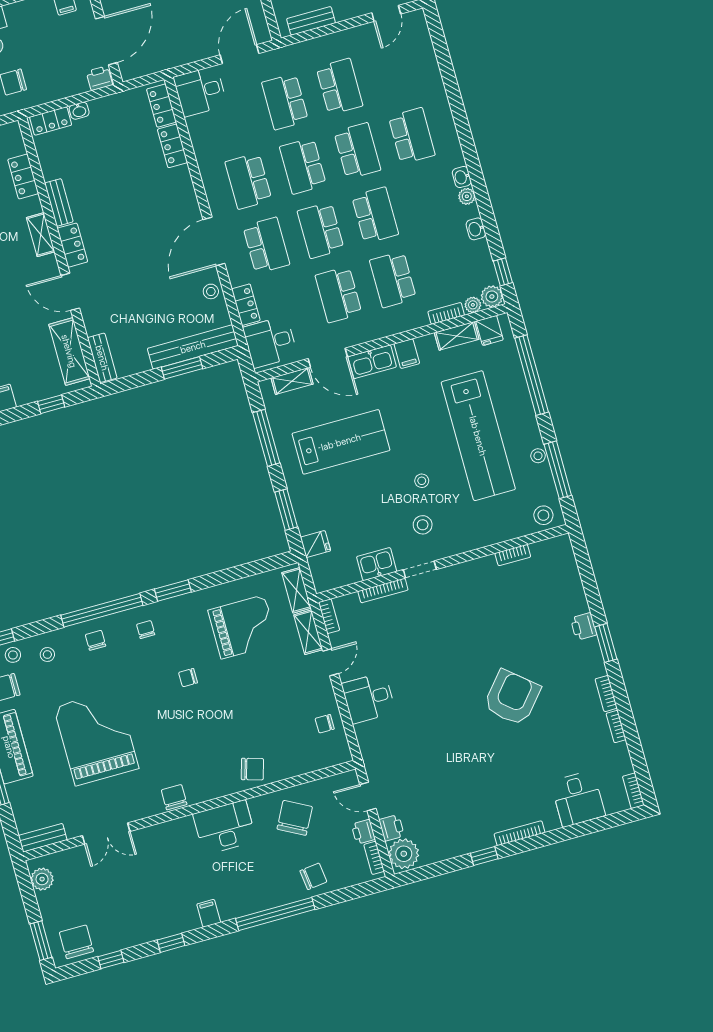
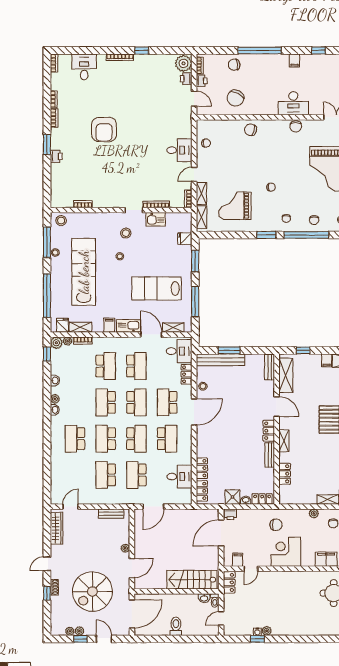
desk: (200, 91) -> (179, 477), moved
school desk: (285, 102) -> (136, 475), turned 180
shower: (104, 110) -> (233, 497), added
armchair: (512, 698) -> (104, 129), turned -40
desk: (225, 827) -> (293, 103), moved

